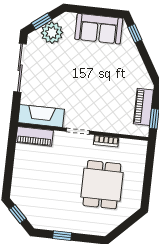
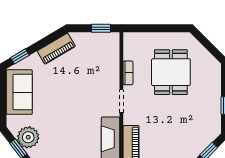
piano: (143, 107) -> (56, 49), moved, turned -31
dining table: (102, 185) -> (171, 72), turned 90

